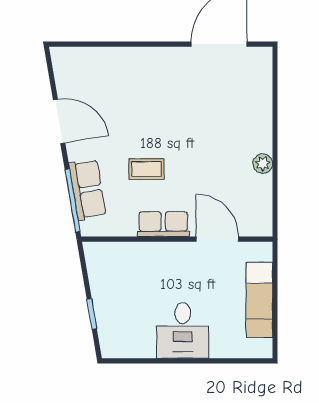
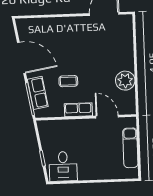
door: (59, 122) -> (22, 58), width x1.36
plant: (263, 164) -> (125, 81), width x1.88, depth x1.88
desk: (183, 330) -> (63, 166), moved

